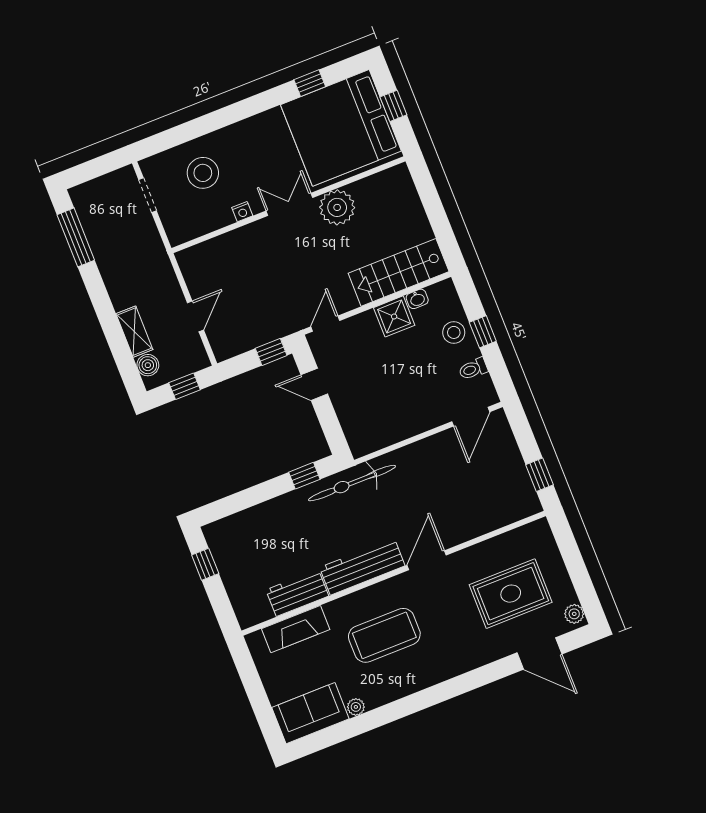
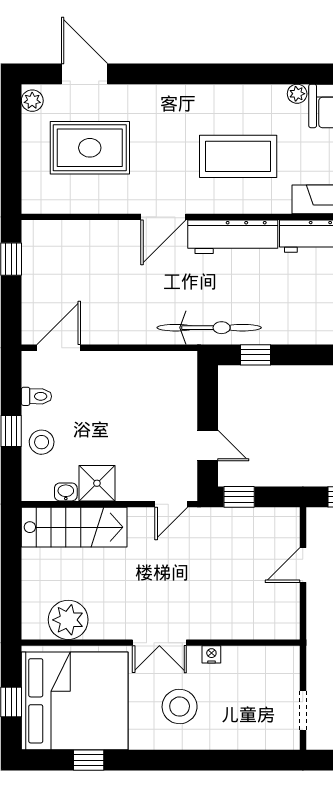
stool: (203, 173) -> (180, 707), moved
plant: (337, 207) -> (68, 620), moved

